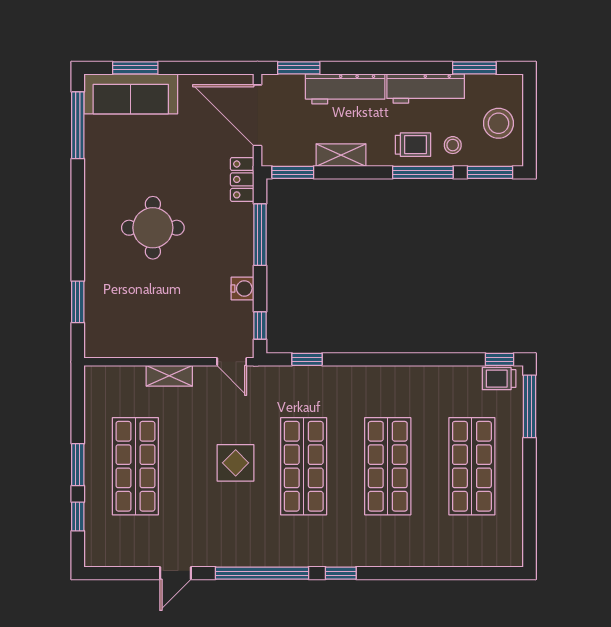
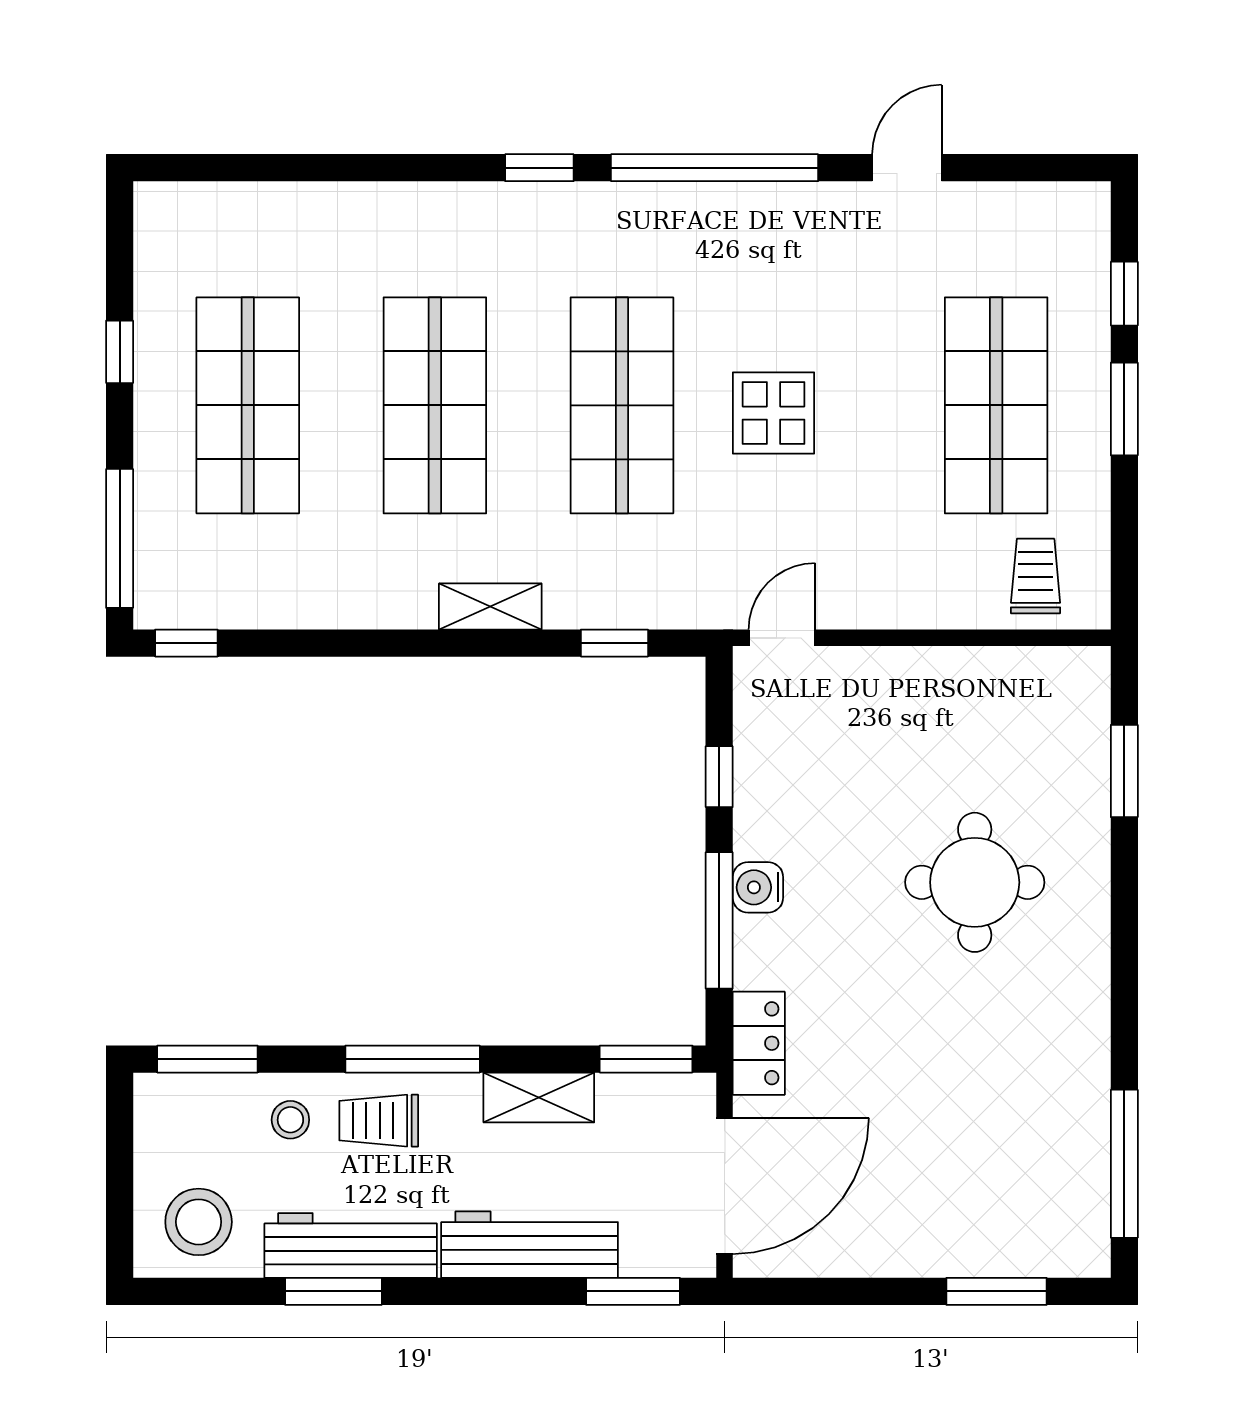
window: (474, 68) -> (333, 1291), moved
sofa: (131, 94) -> (1006, 1234), removed
door: (258, 115) -> (725, 1186), hinge flipped
stool: (498, 123) -> (199, 1222), moved
window: (423, 172) -> (413, 1059), moved
round table: (153, 228) -> (975, 882), moved
water cooler: (243, 288) -> (758, 887), moved
window: (260, 325) -> (719, 777), moved
door: (232, 362) -> (782, 638), hinge flipped
shelving: (169, 376) -> (490, 606), moved
trolley: (499, 379) -> (1036, 576), moved, turned -90
window: (530, 490) -> (120, 352), added

